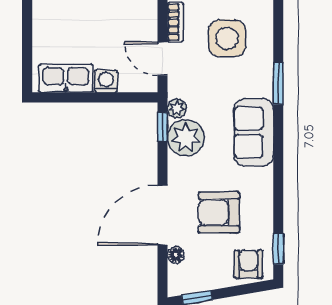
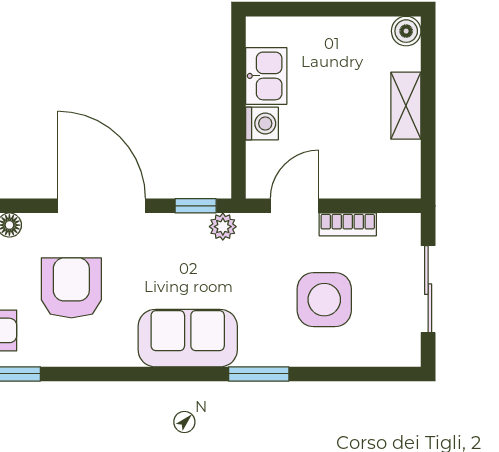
kitchen sink: (66, 78) -> (266, 76), width x0.73
plant: (186, 138) -> (180, 240), removed
door: (163, 215) -> (102, 206), moved

